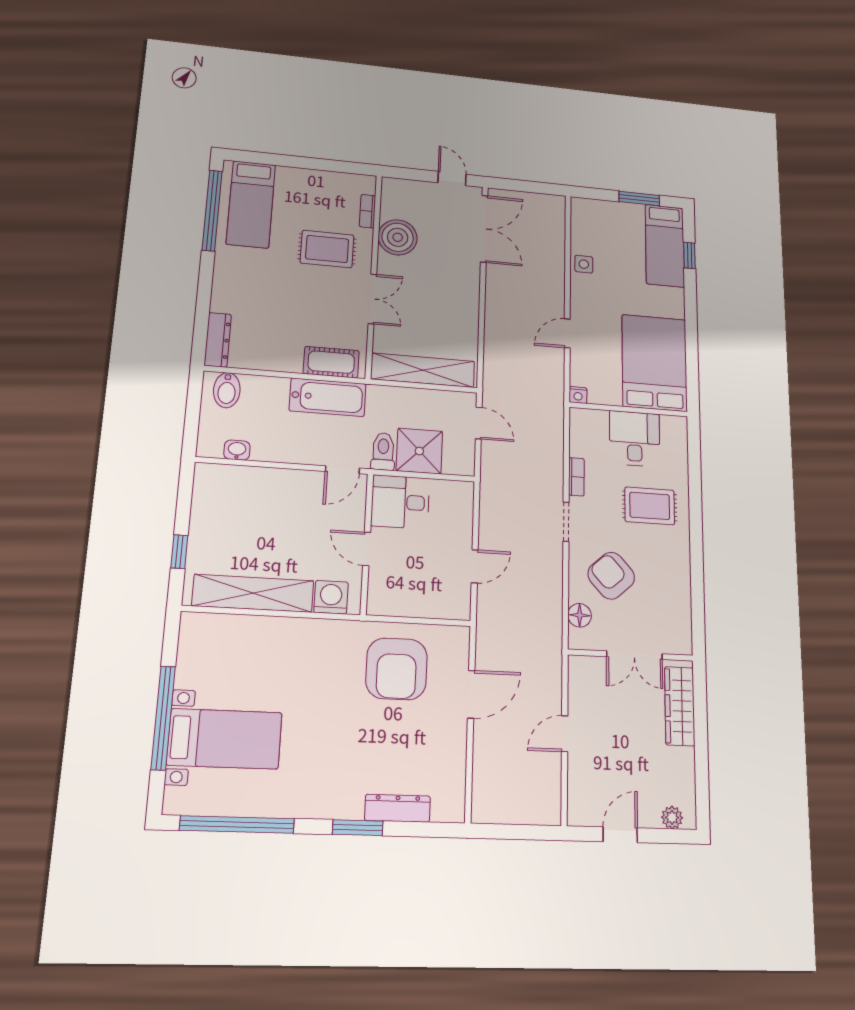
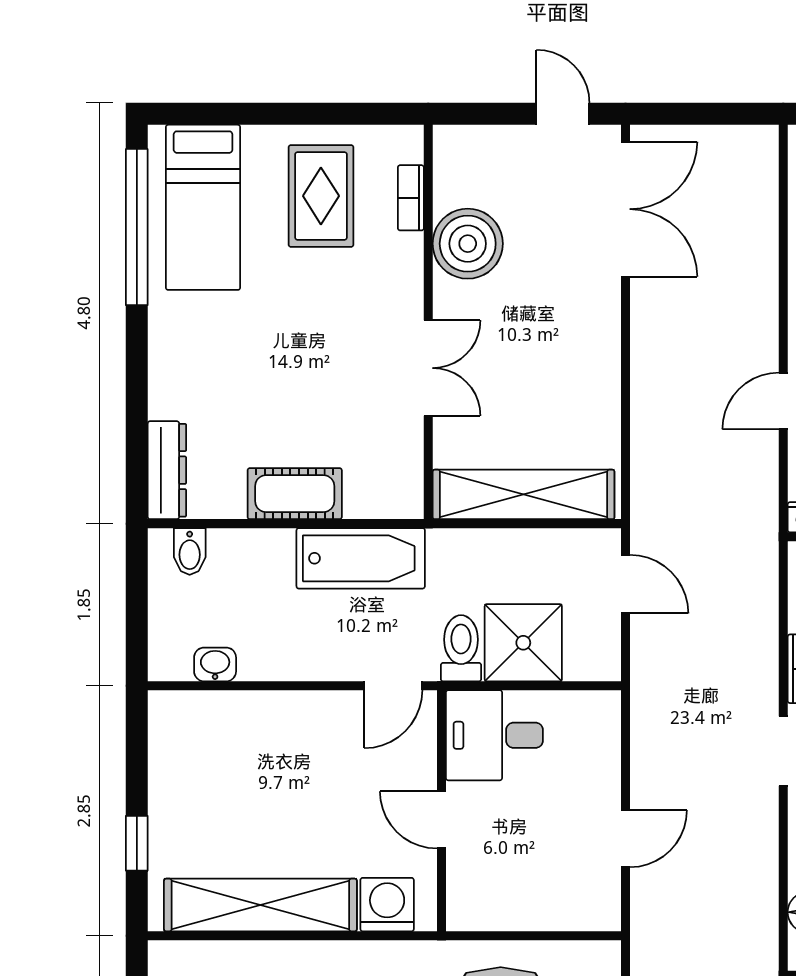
rug: (327, 249) -> (321, 196), moved, turned 90
cot: (331, 362) -> (295, 494), moved
bidet: (227, 390) -> (190, 551), width x0.72, depth x0.74

